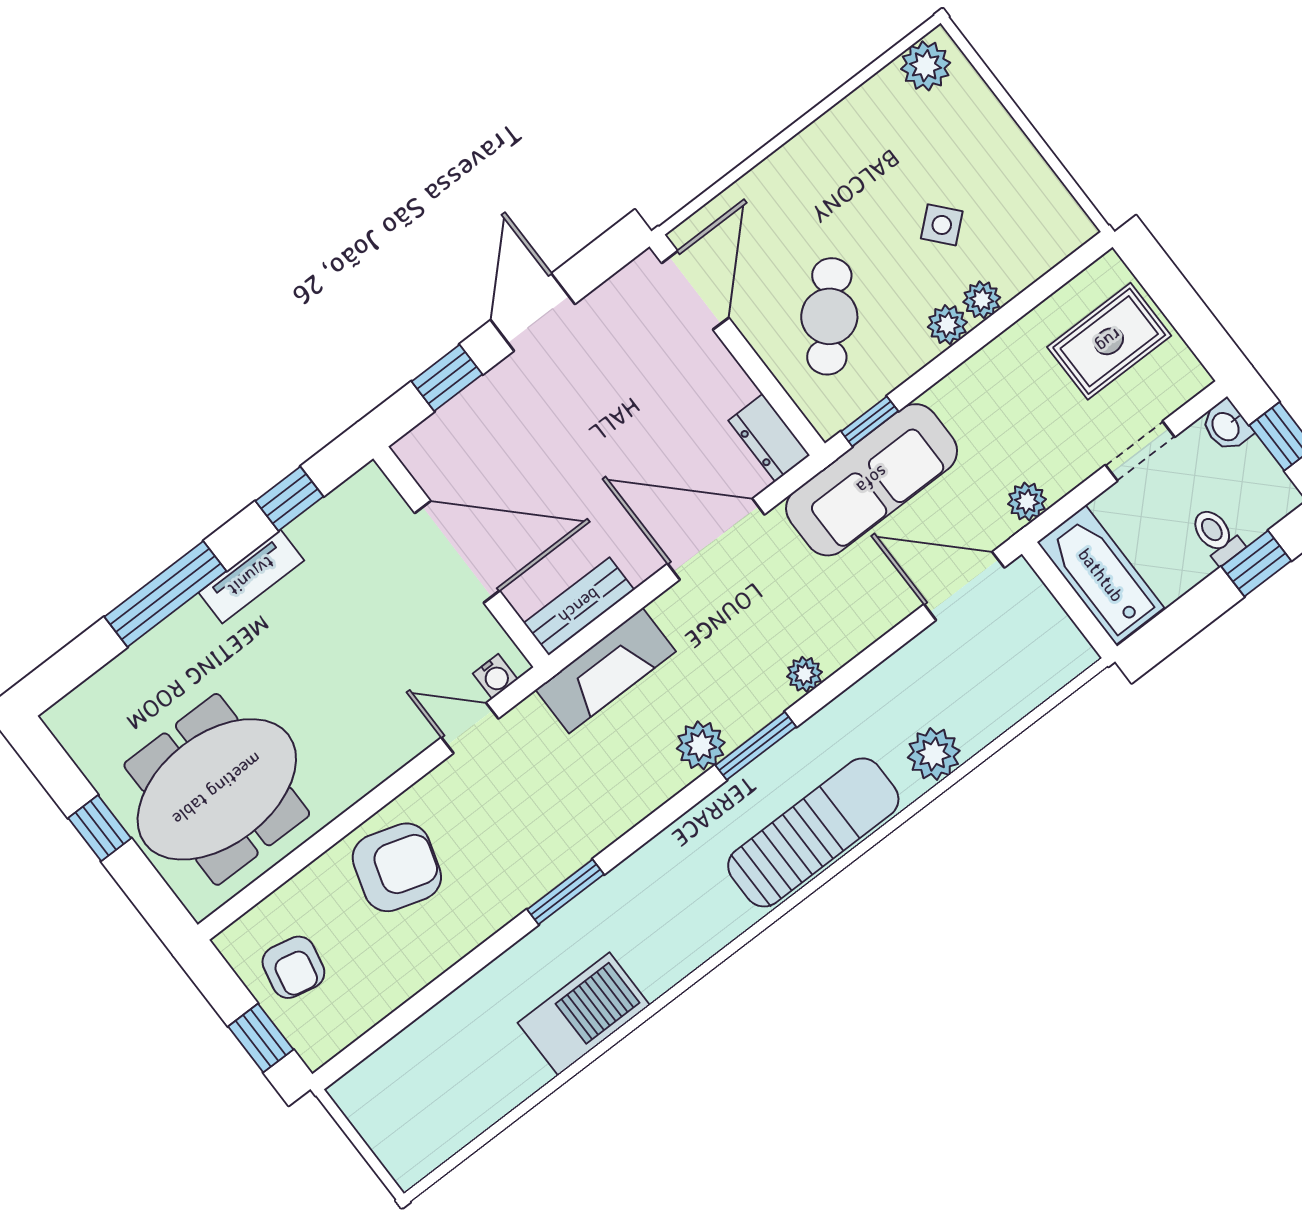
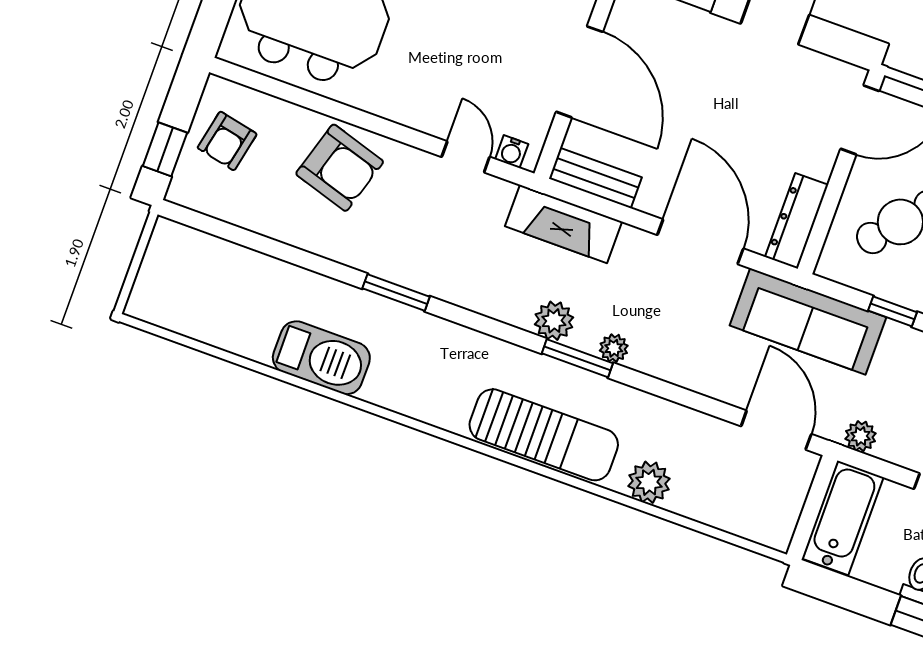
window: (870, 421) -> (893, 311), moved
dresser: (769, 438) -> (797, 221), width x1.44
plant: (805, 674) -> (614, 348), moved

